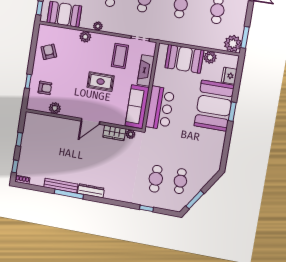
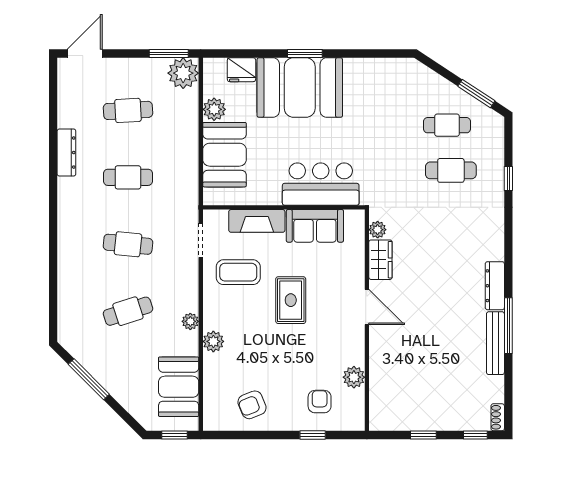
sofa: (137, 107) -> (315, 226), width x0.74

